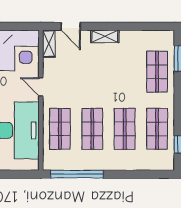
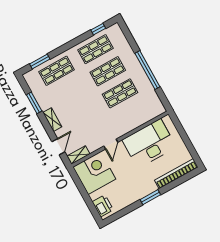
window: (135, 26) -> (34, 103), added
shop shelf: (60, 129) -> (132, 115), removed
window: (77, 174) -> (147, 70), moved

